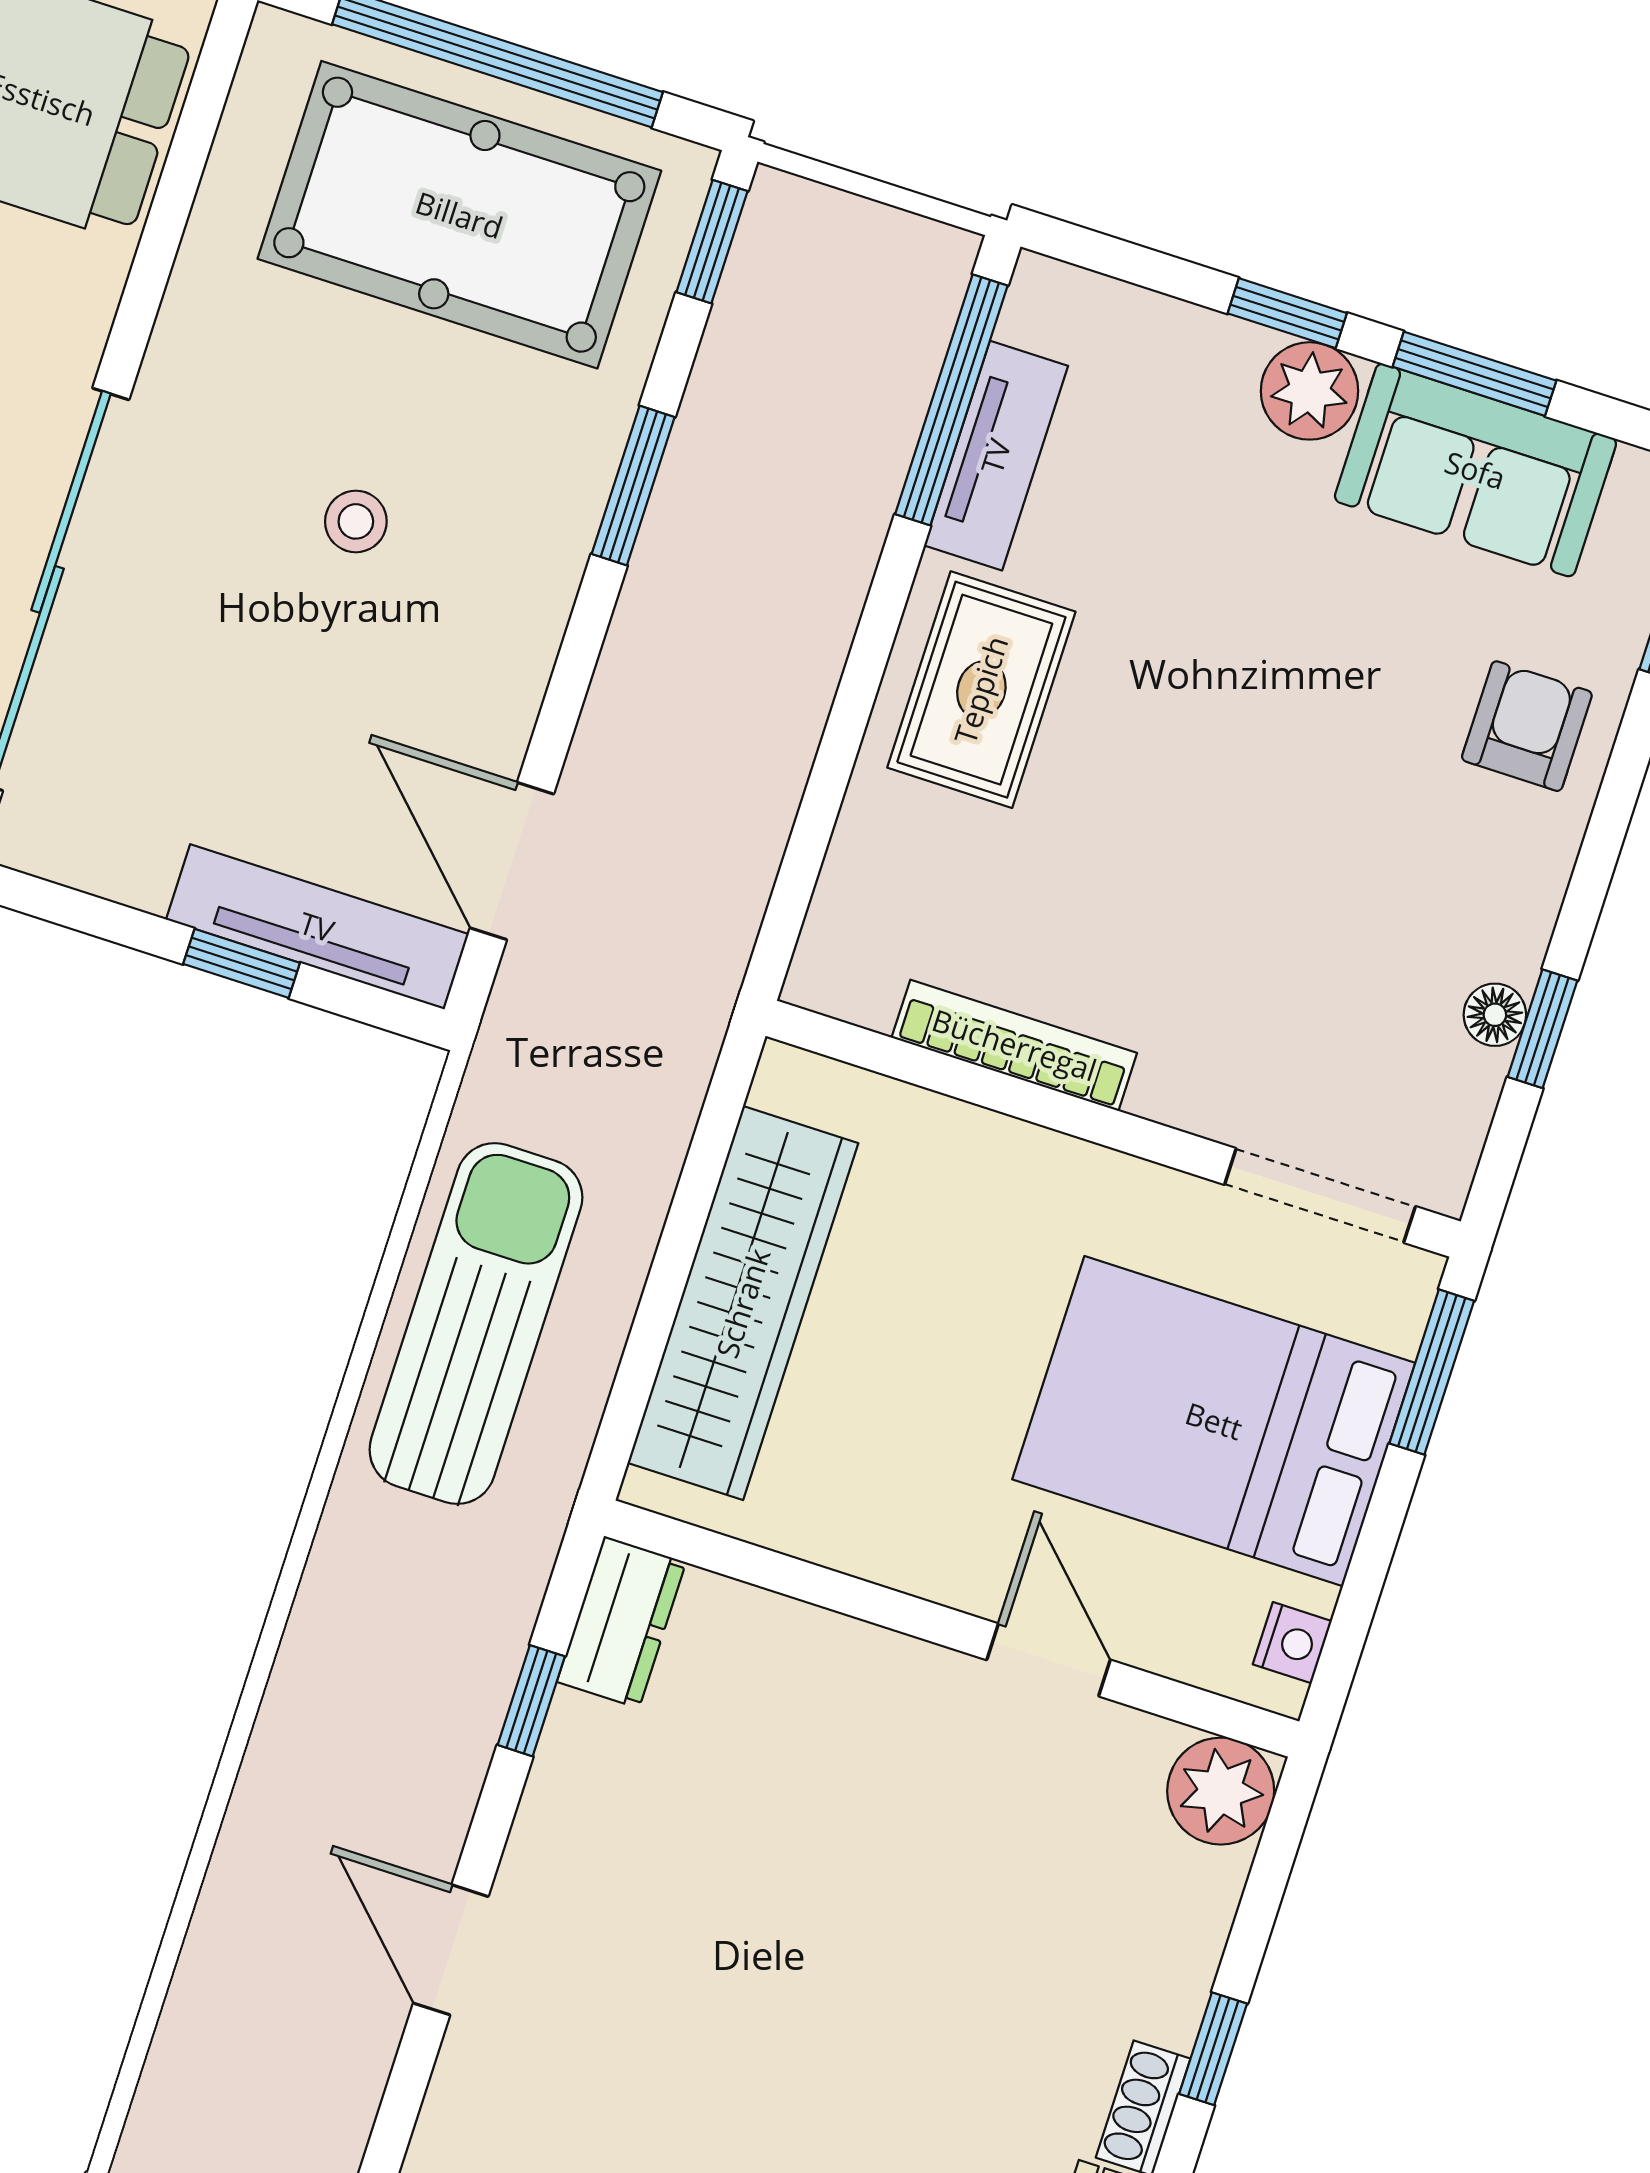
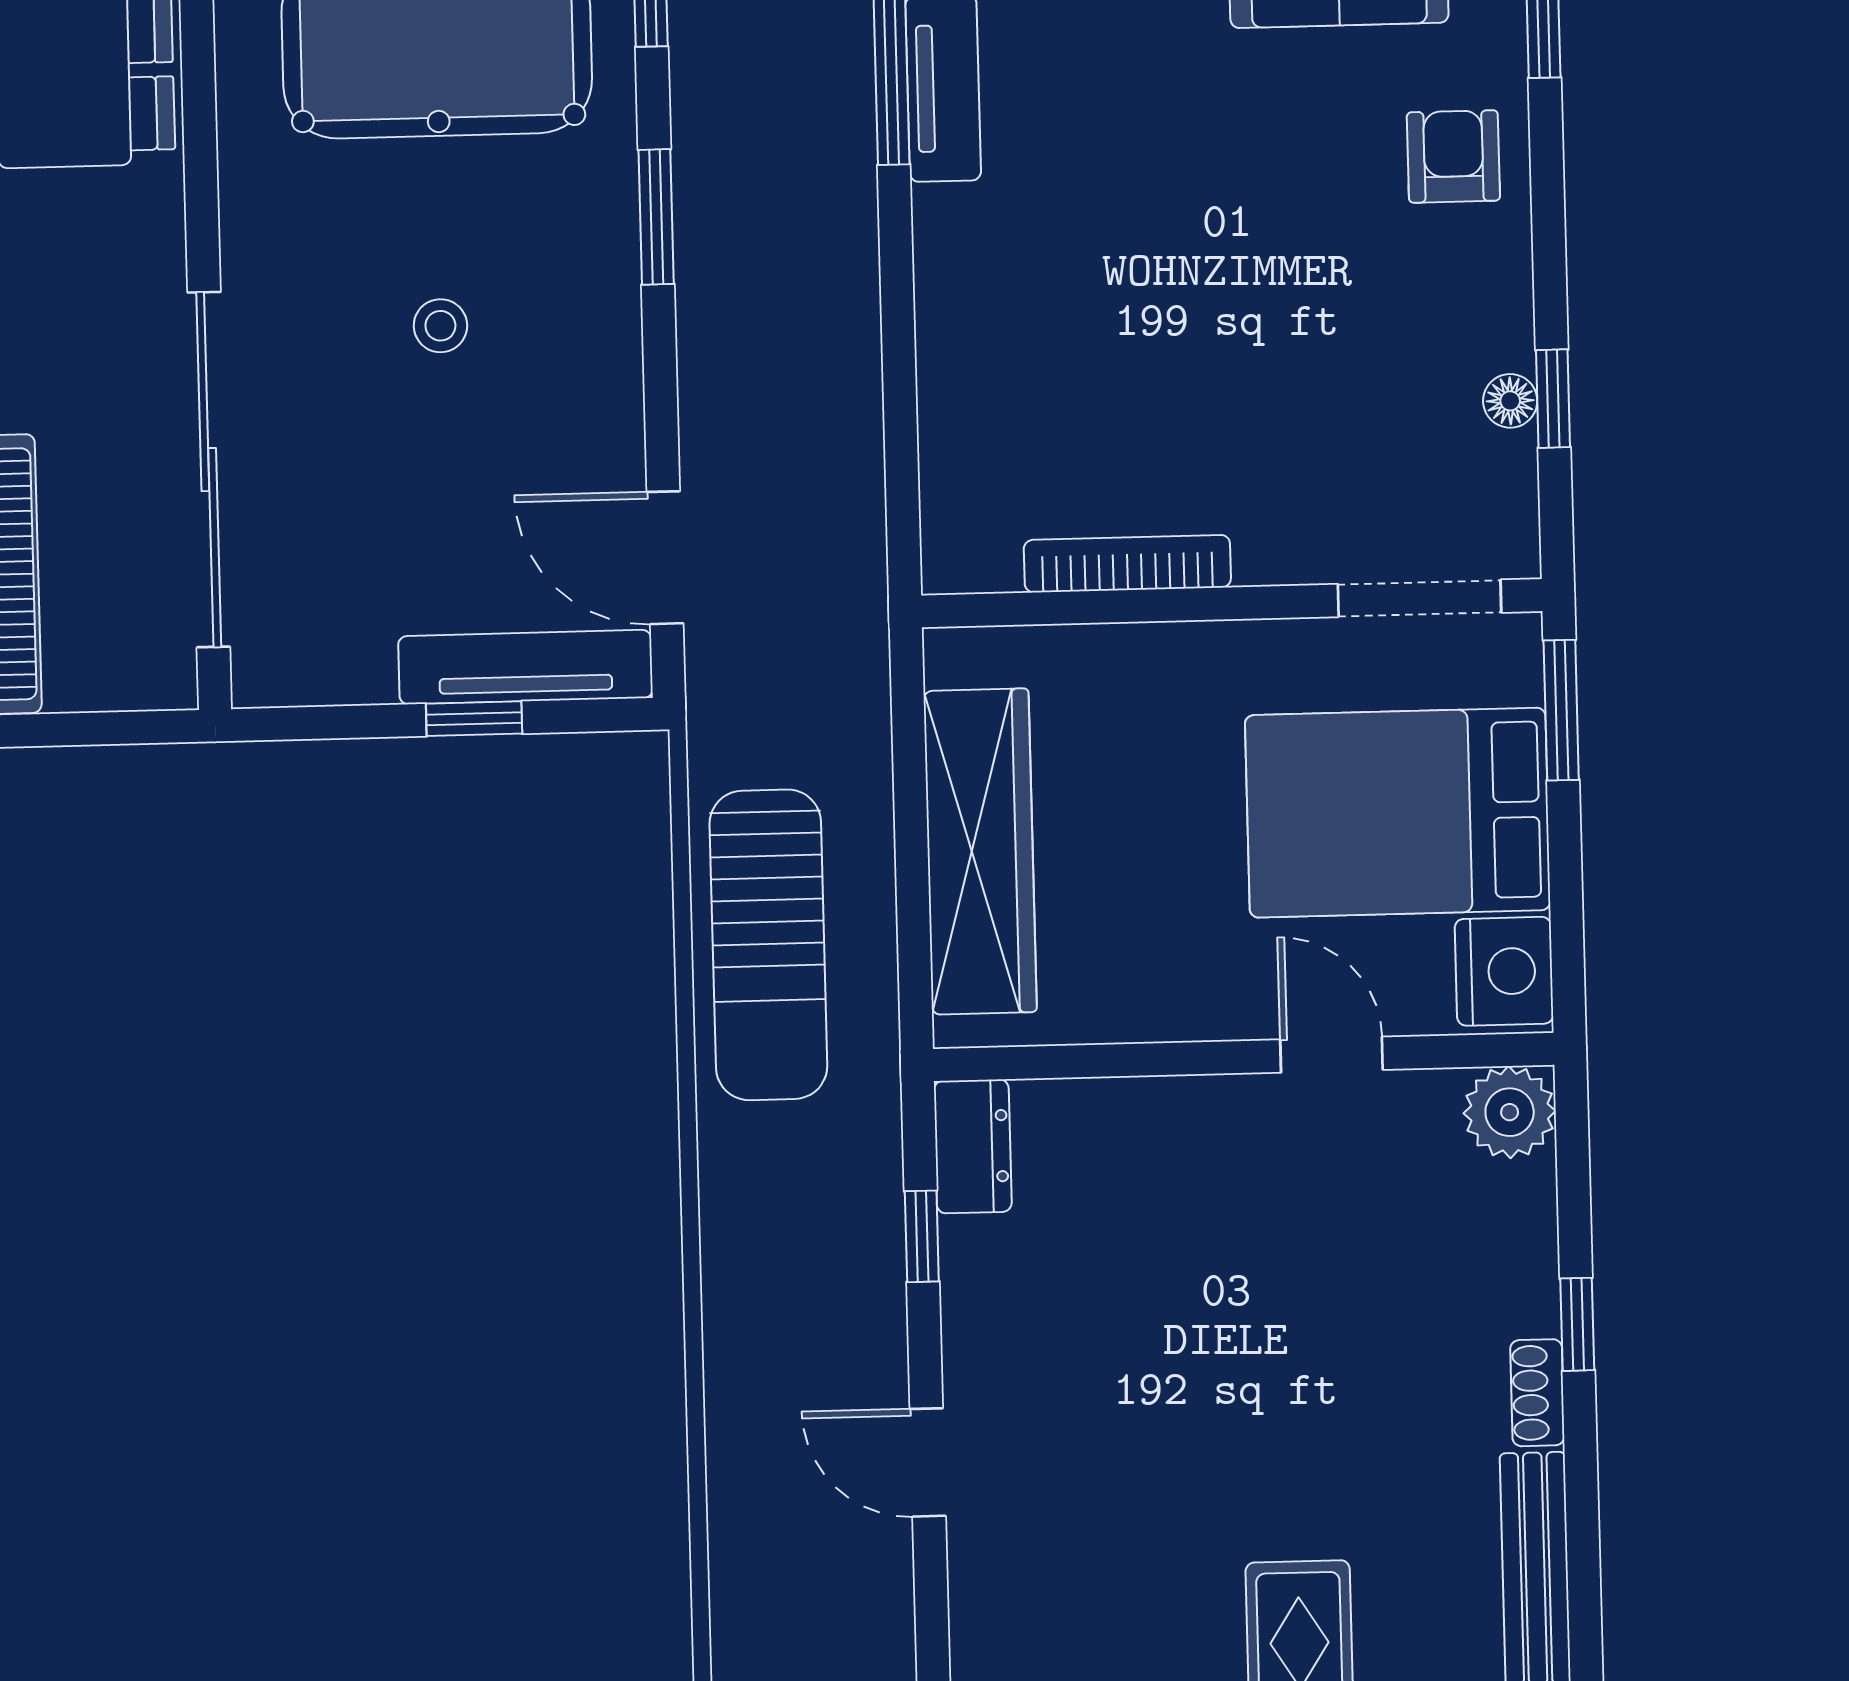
rug: (981, 690) -> (998, 283), removed
sun lounger: (476, 1323) -> (768, 945), turned 180
nightstand: (1292, 1643) -> (1504, 971), width x1.89, depth x1.79

